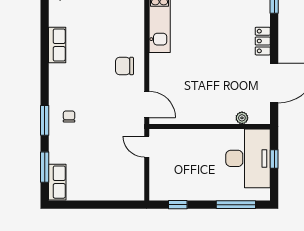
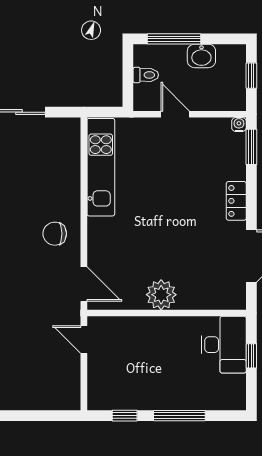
plant: (242, 118) -> (161, 295), moved, width x1.87, depth x1.87
desk: (248, 158) -> (224, 345), width x0.73, depth x0.77
window: (236, 205) -> (179, 416), moved

